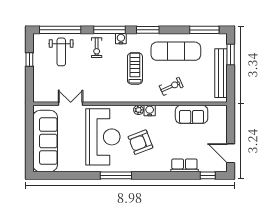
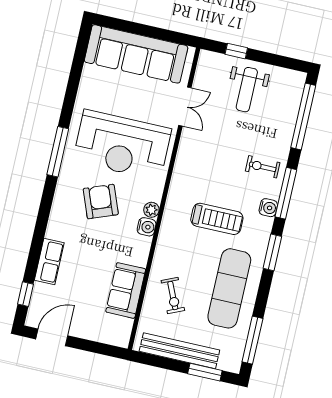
weight bench: (61, 52) -> (247, 90), moved, turned -90
window: (29, 59) -> (236, 51), moved
exercise bike: (171, 86) -> (173, 296), moved

